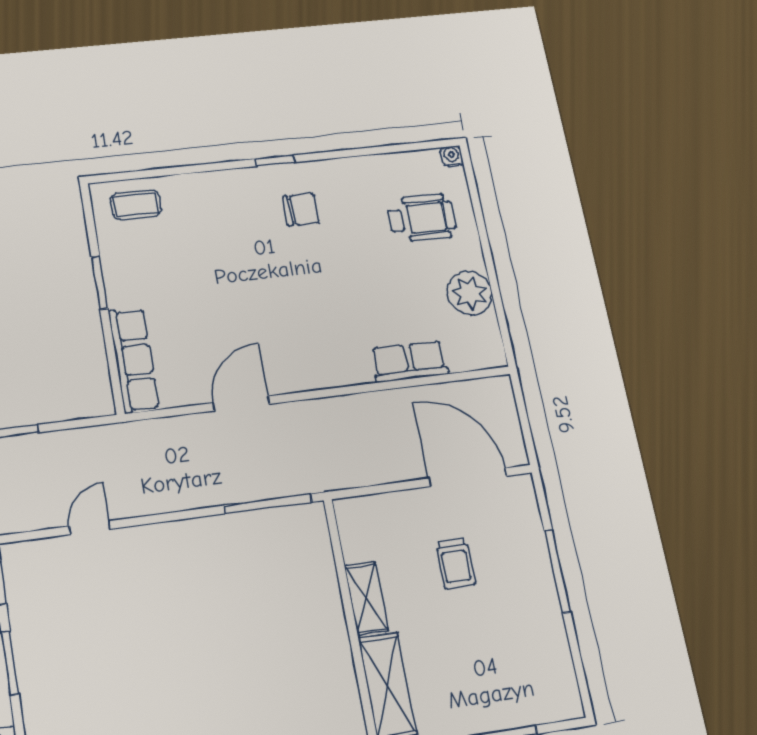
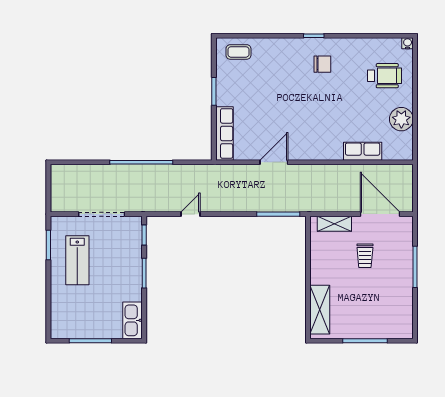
shelving: (366, 598) -> (334, 224), moved, turned 90

